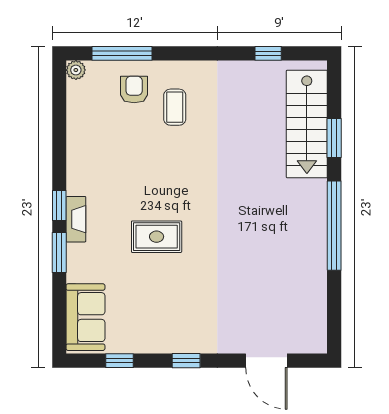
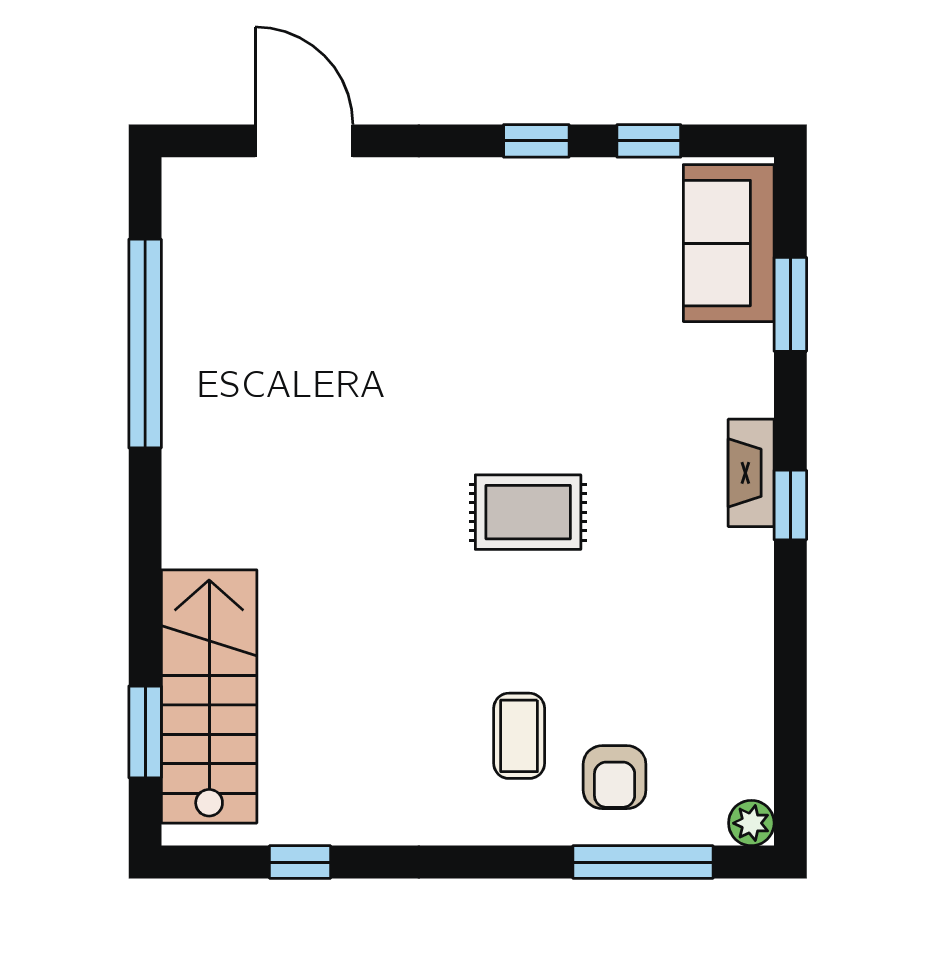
window: (334, 138) -> (145, 732), moved
window: (334, 226) -> (145, 344), moved
rug: (157, 237) -> (528, 512), moved
window: (59, 253) -> (790, 304), moved
window: (186, 361) -> (536, 141), moved

